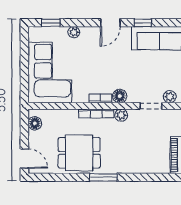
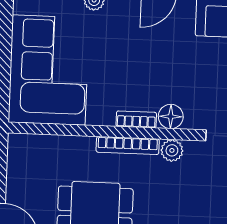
floor lamp: (35, 123) -> (18, 159), removed

